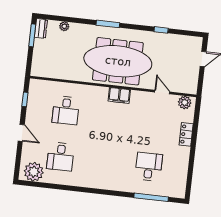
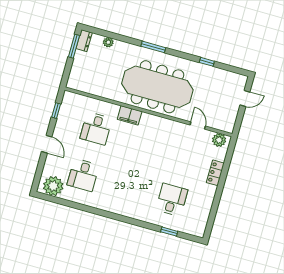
filing cabinet: (119, 95) -> (130, 115), moved
window: (151, 197) -> (169, 232), width x0.46

